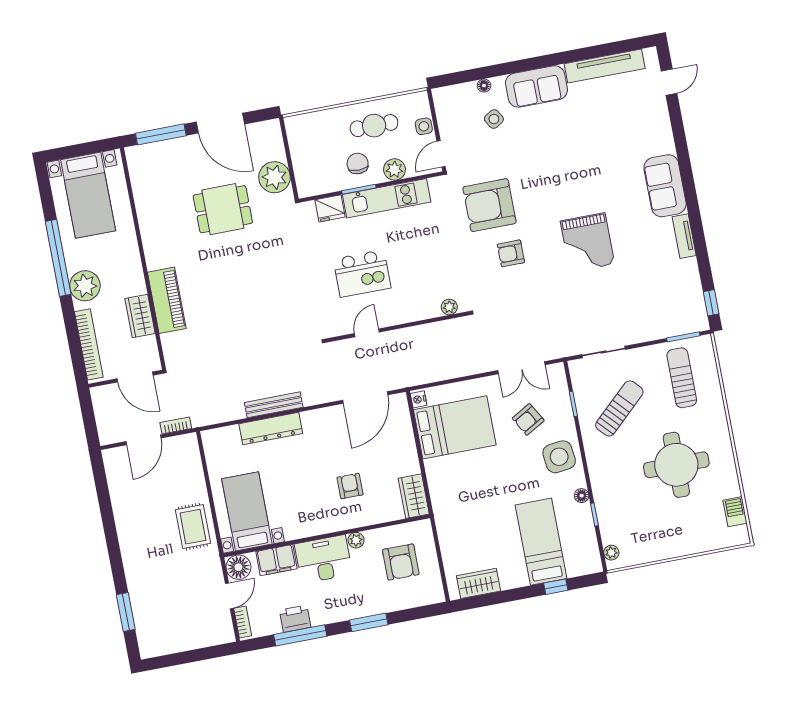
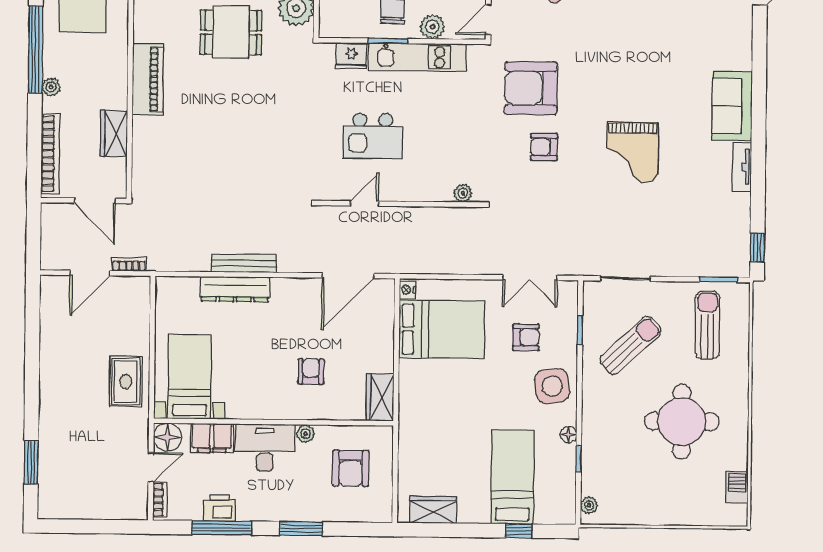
plant: (85, 286) -> (51, 87), width x0.53, depth x0.53
piano: (167, 300) -> (148, 79), moved
armchair: (528, 419) -> (526, 337), turned -150

